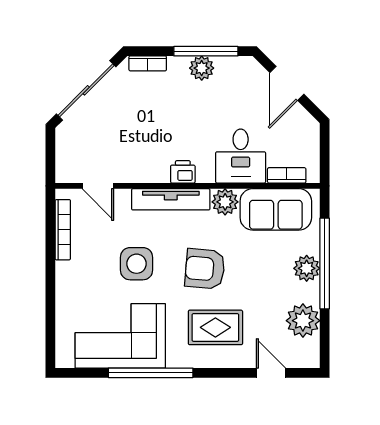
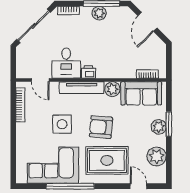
desk: (241, 156) -> (66, 63), moved
window: (325, 264) -> (169, 124), width x0.47
rug: (215, 327) -> (107, 160), width x1.36, depth x1.43

